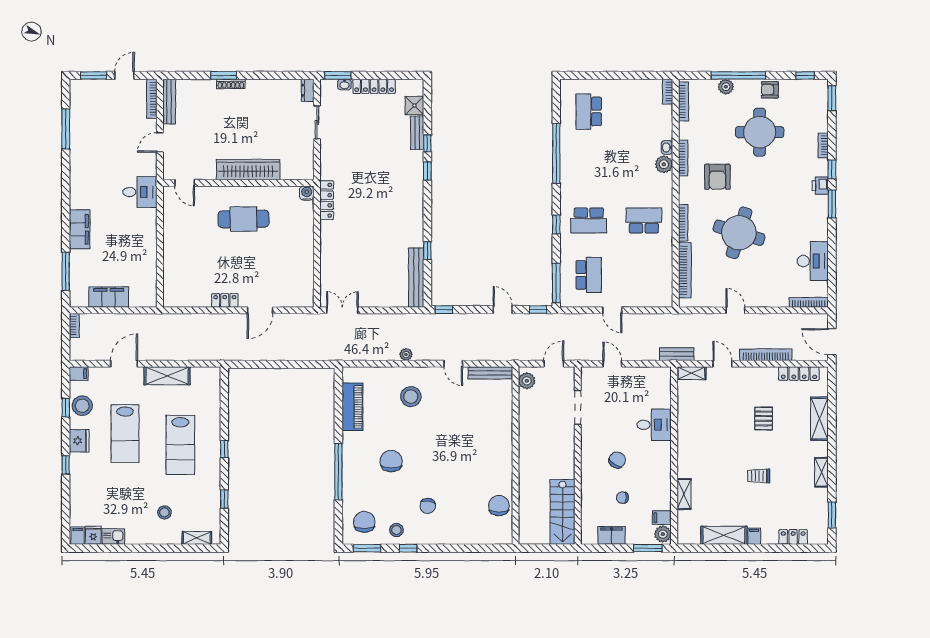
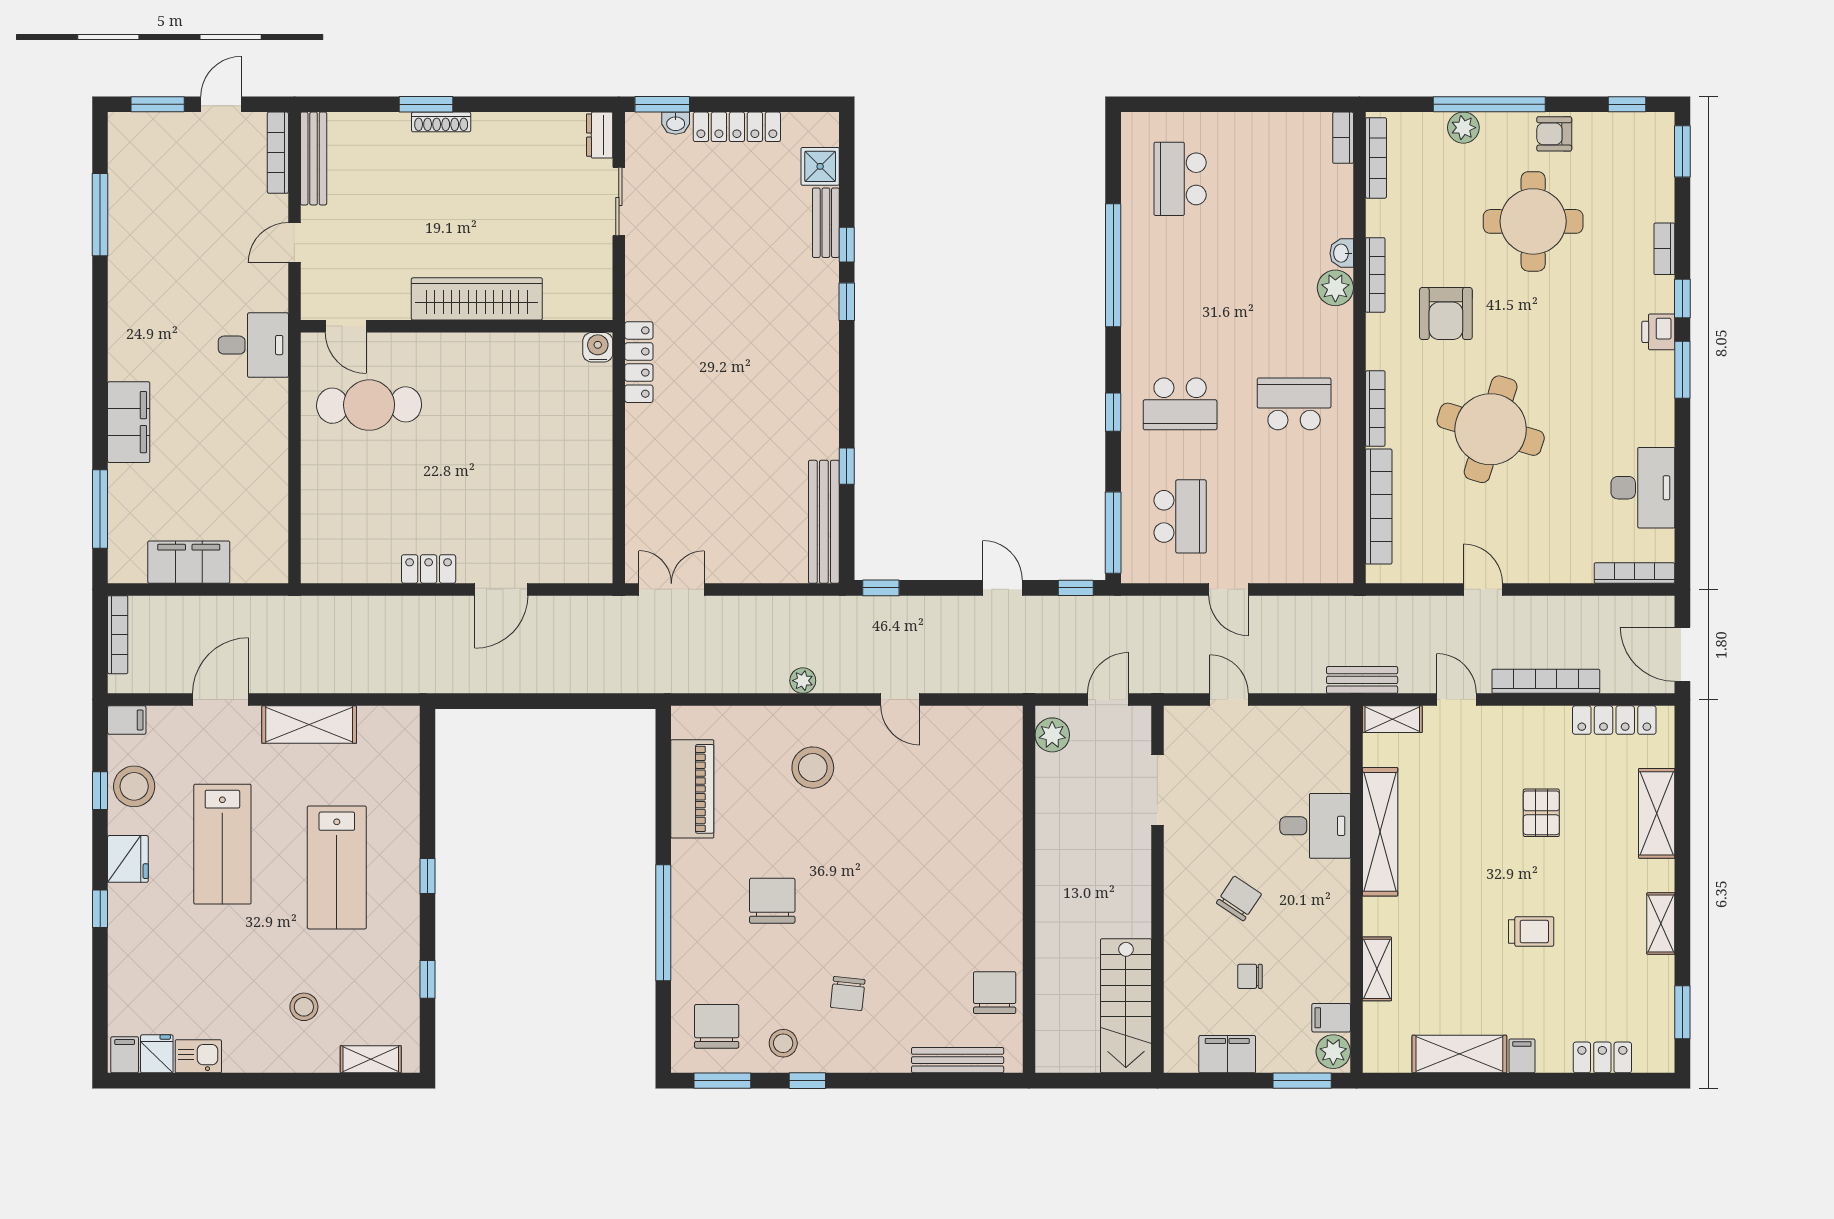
cafe table: (243, 219) -> (369, 405), moved
bookcase: (74, 325) -> (118, 635), width x1.56
bench: (490, 373) -> (958, 1060), moved
shelving: (686, 428) -> (1380, 832), added
trolley: (759, 476) -> (1531, 931), turned 180

